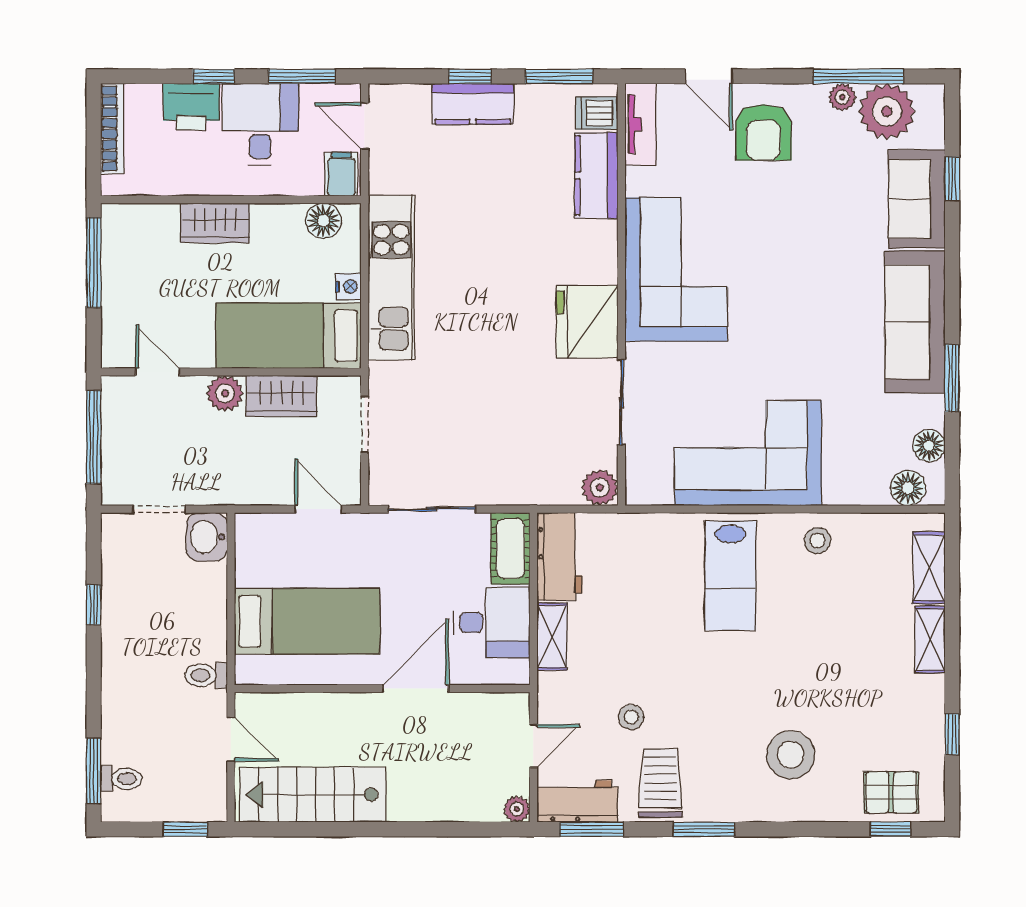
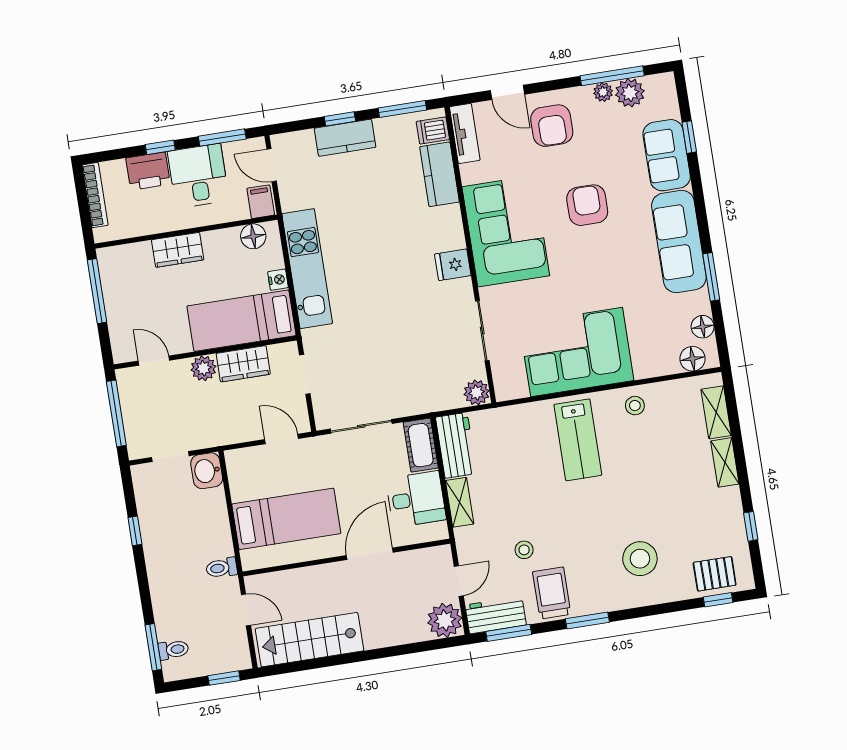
plant: (887, 111) -> (630, 93), width x0.73, depth x0.73
armchair: (795, 251) -> (587, 205), added
fridge: (587, 321) -> (453, 265), width x0.53, depth x0.75
plant: (517, 809) -> (445, 620), width x1.88, depth x1.88

